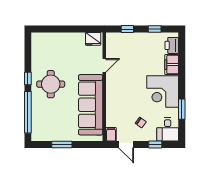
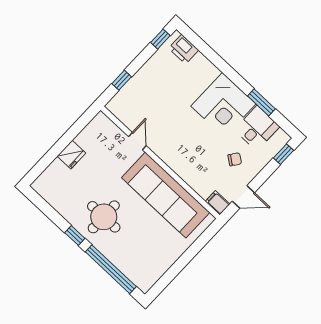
window: (155, 29) -> (160, 39), moved
fridge: (93, 39) -> (71, 155), moved
filing cabinet: (172, 65) -> (204, 68), removed
desk: (168, 130) -> (257, 128), moved, turned -90
window: (62, 144) -> (179, 265), removed
window: (155, 144) -> (284, 154), moved

